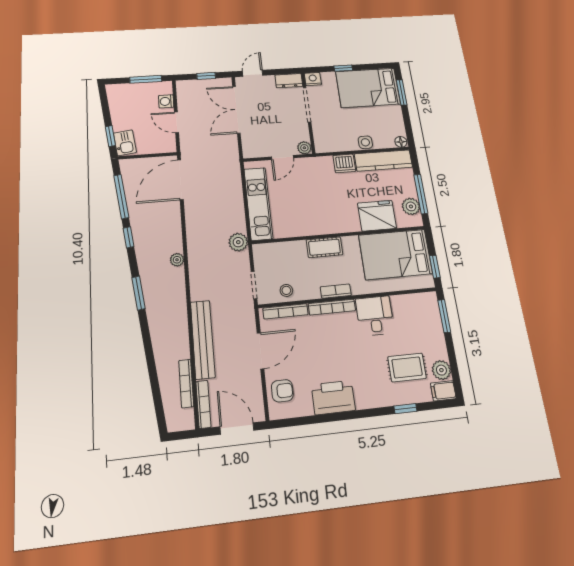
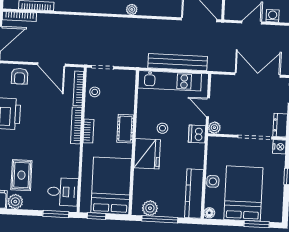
bed: (368, 88) -> (243, 194), moved
dishwasher: (344, 163) -> (197, 134), moved
stool: (316, 205) -> (162, 128), added
fridge: (377, 216) -> (147, 154), moved
plant: (238, 242) -> (139, 60), removed
desk: (375, 316) -> (63, 192), moved
bench: (203, 339) -> (178, 62), moved

